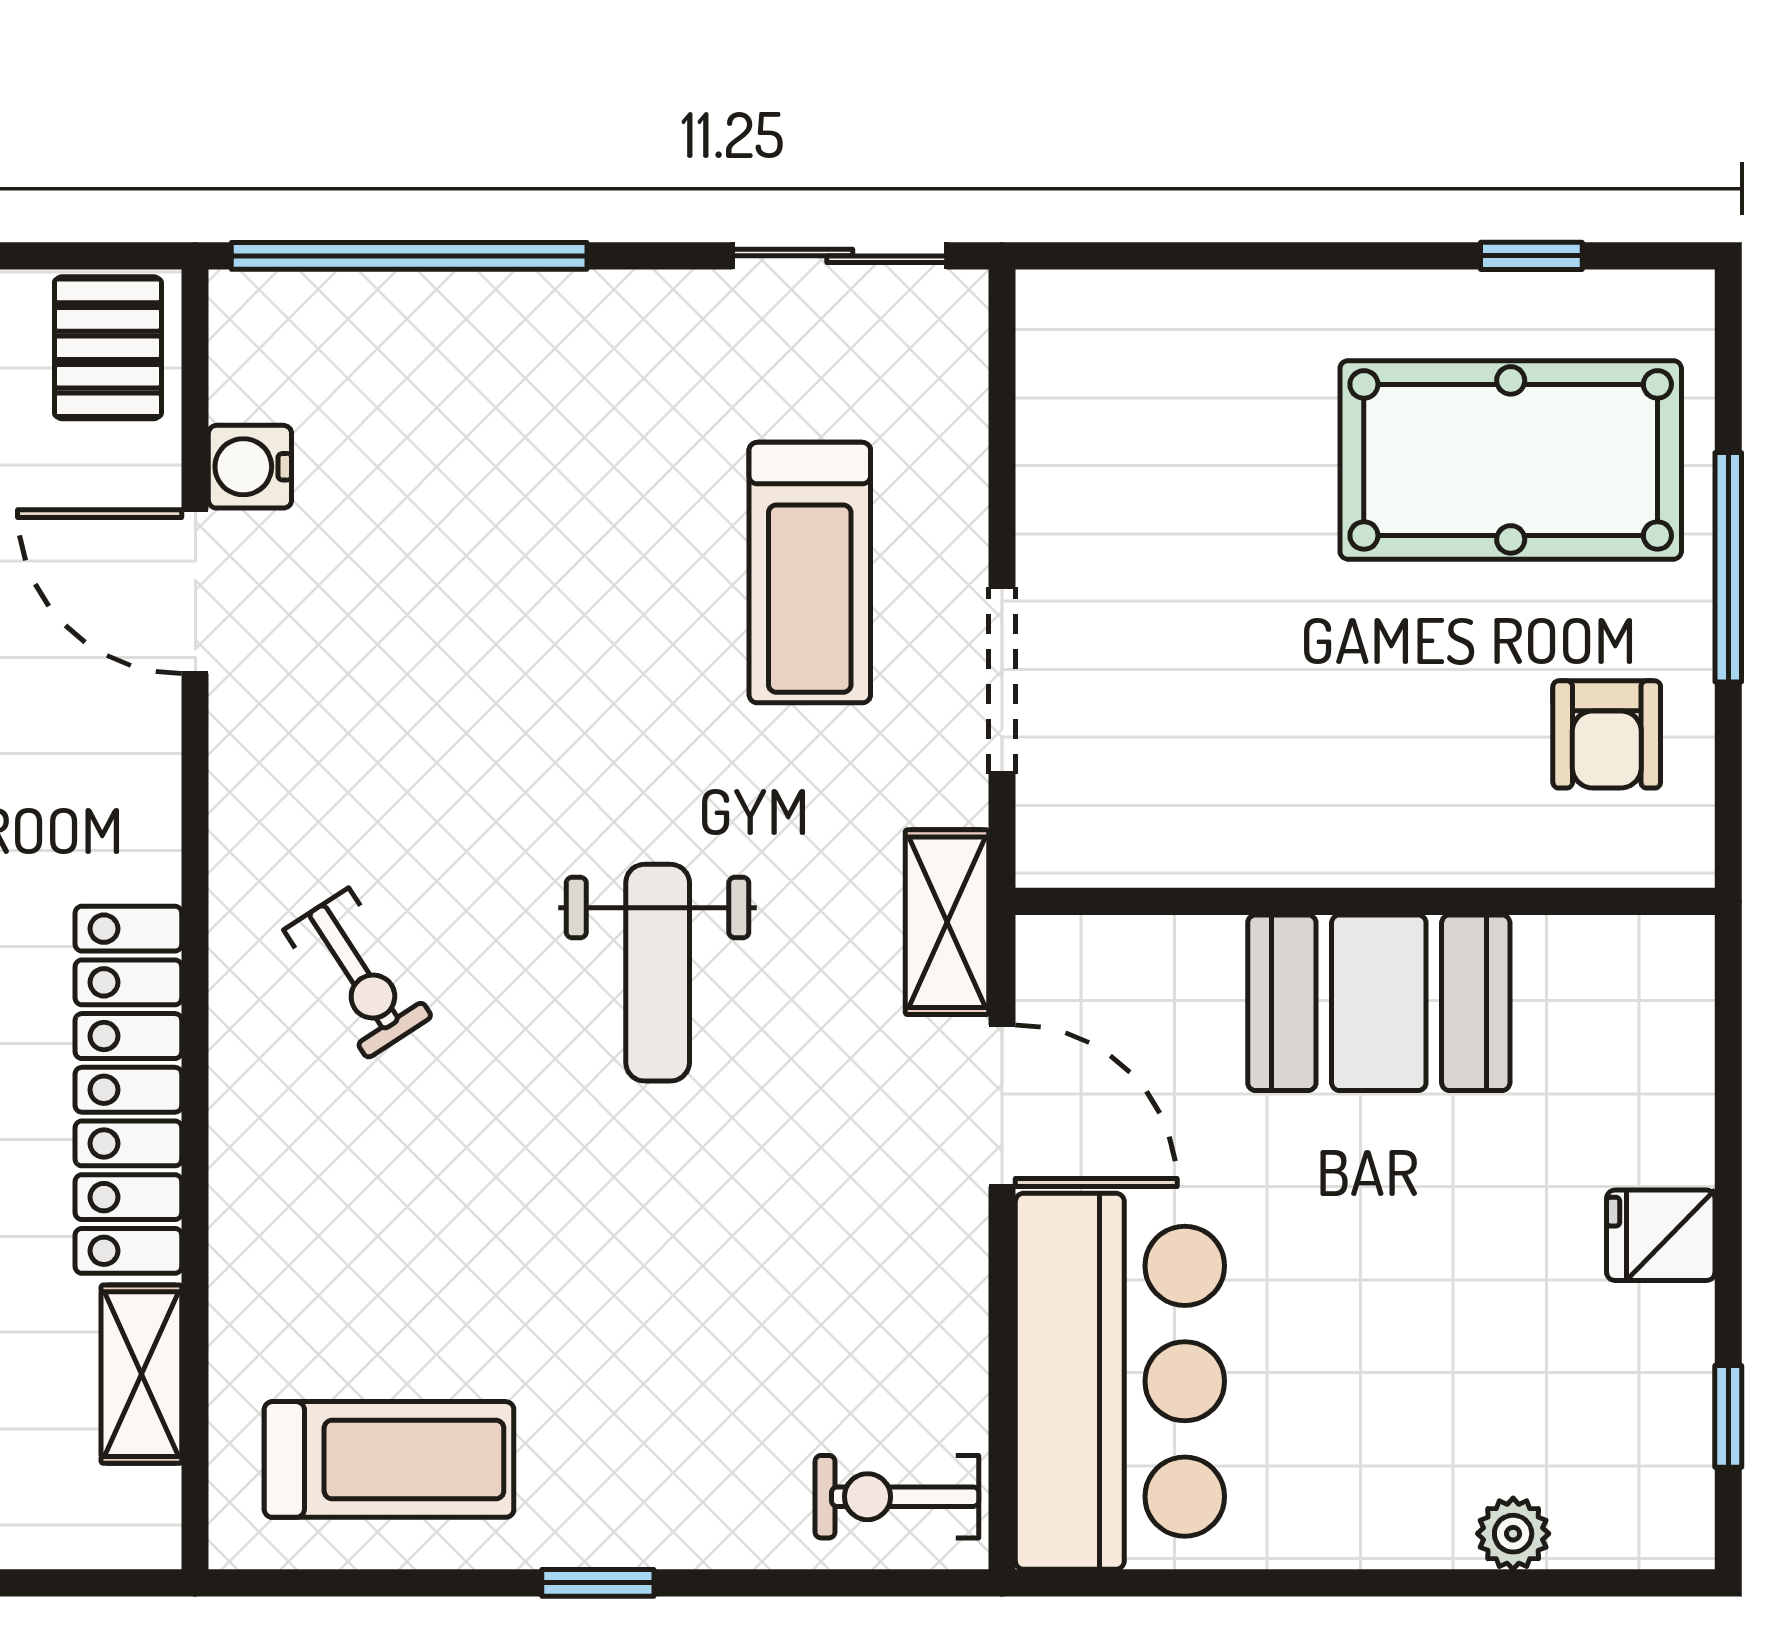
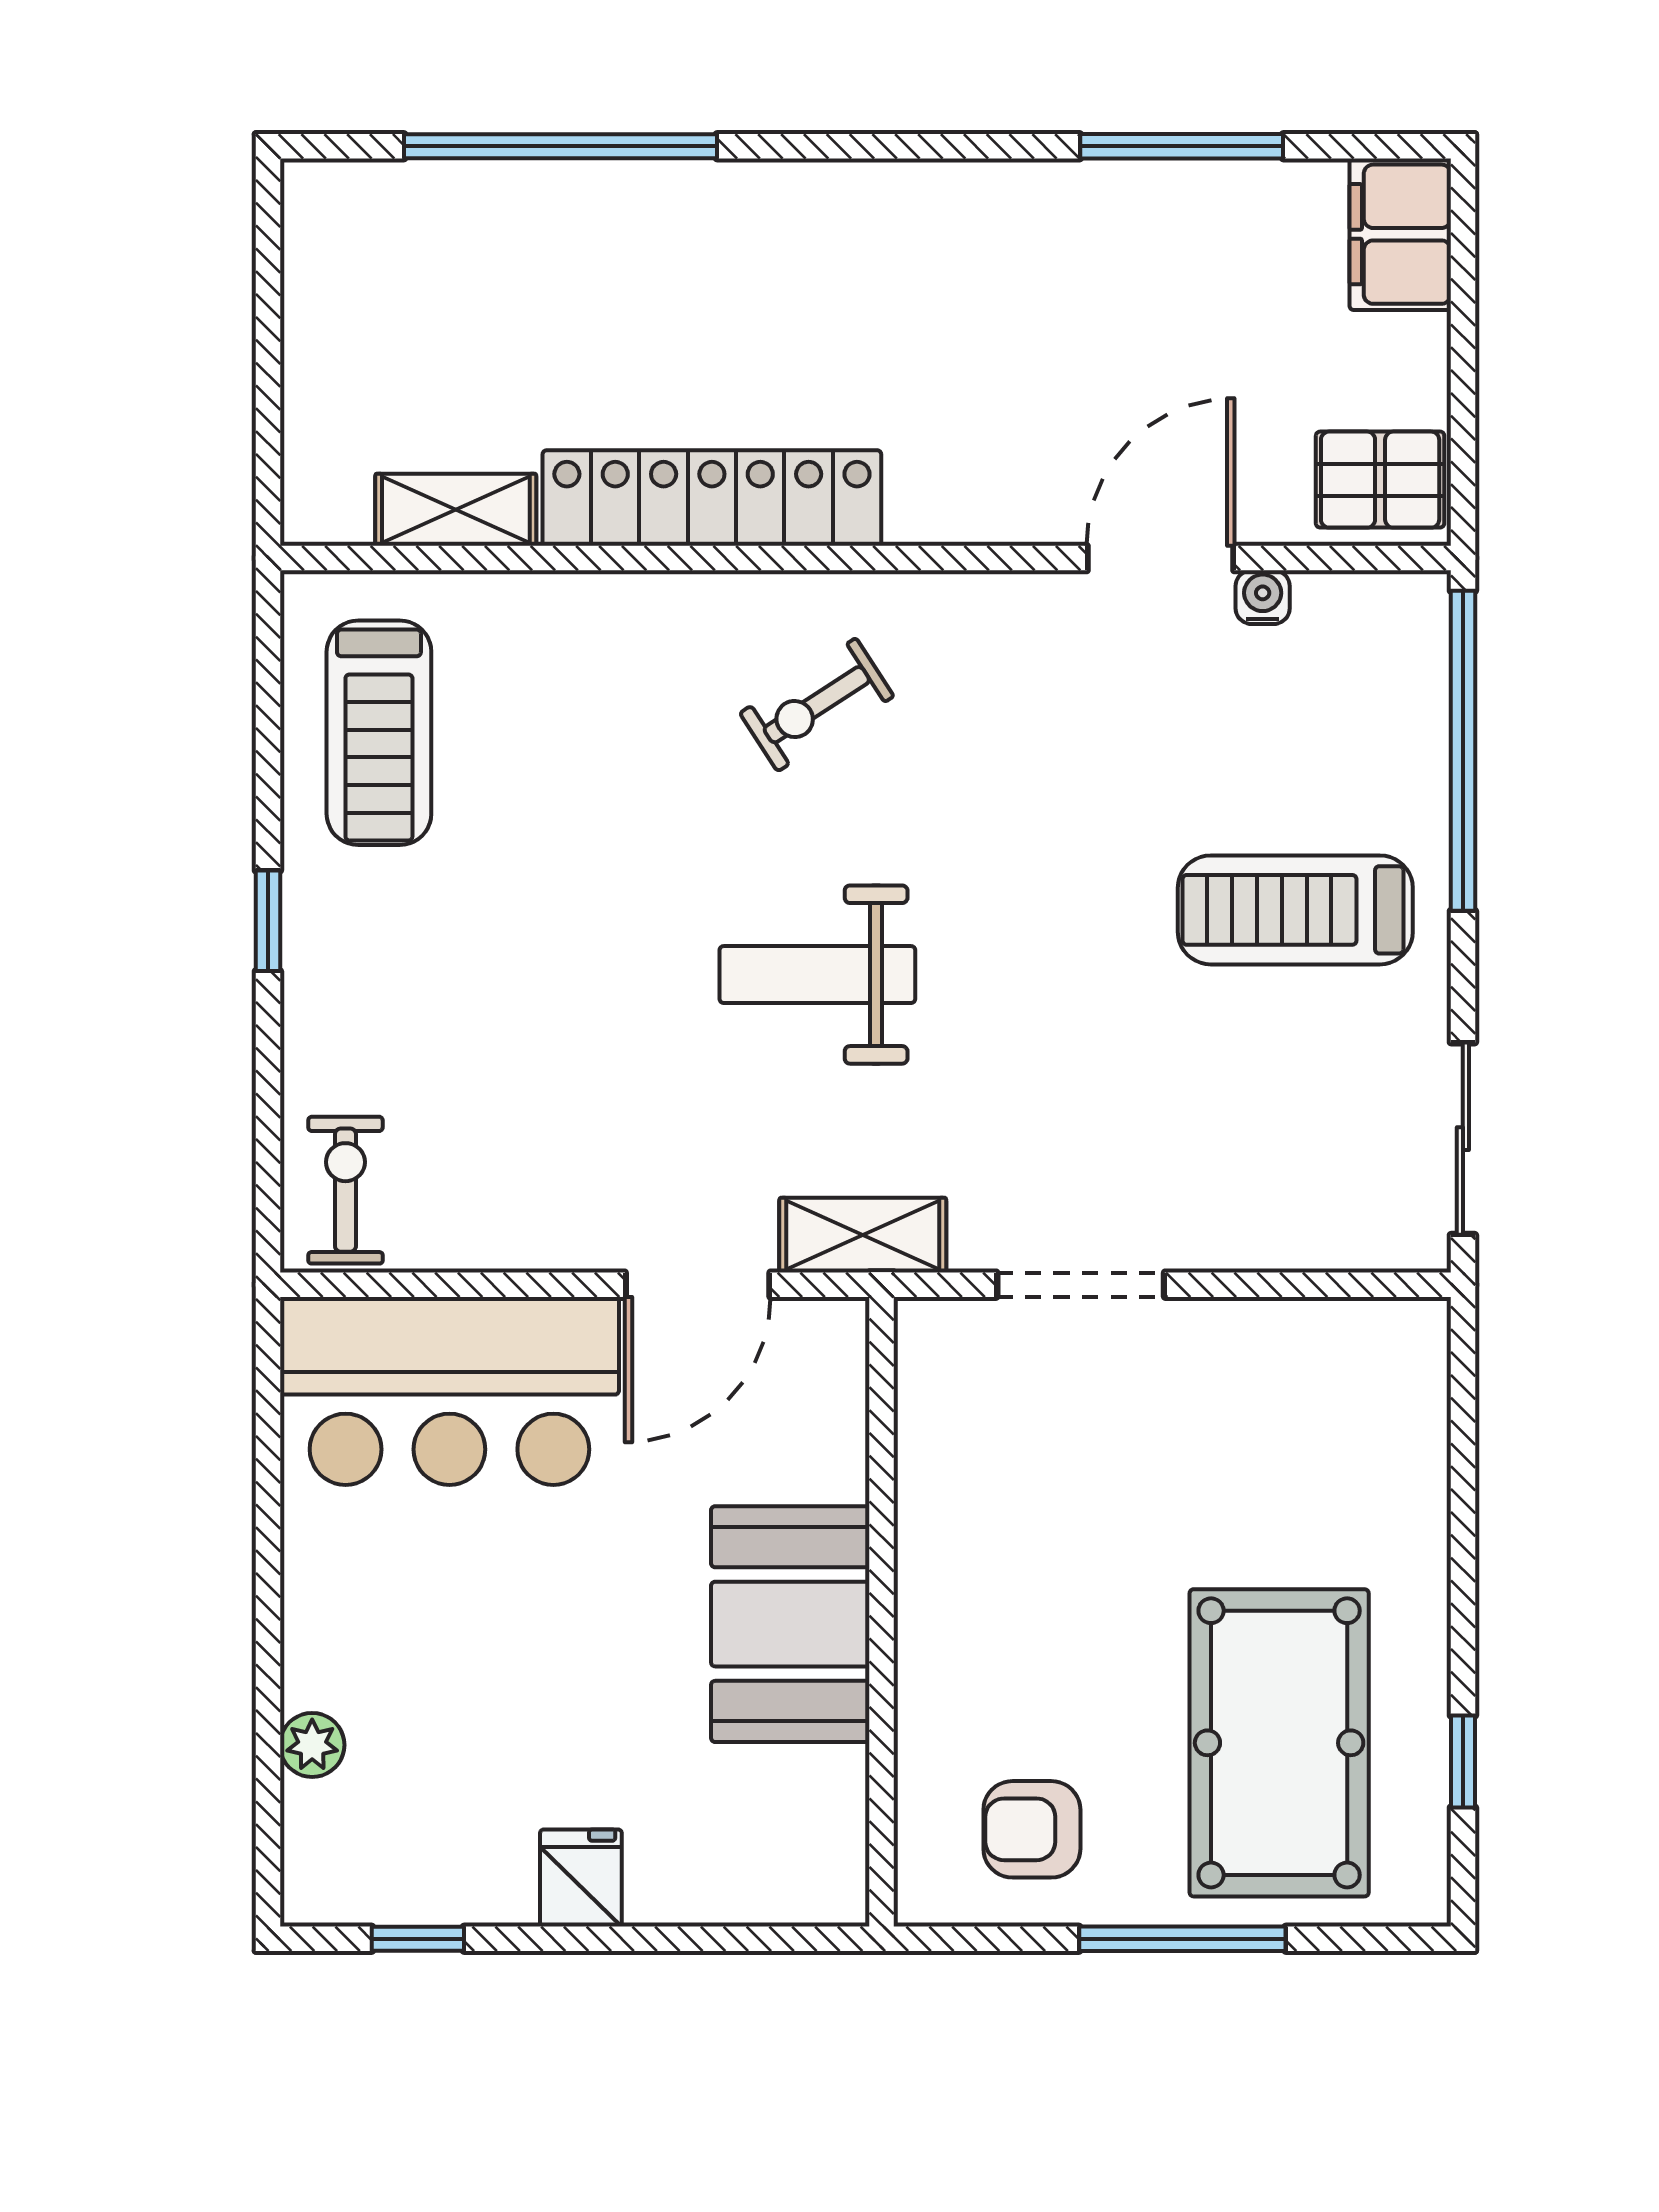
water cooler: (250, 467) -> (1263, 597), width x0.72, depth x0.72
treadmill: (810, 573) -> (1295, 910), moved

